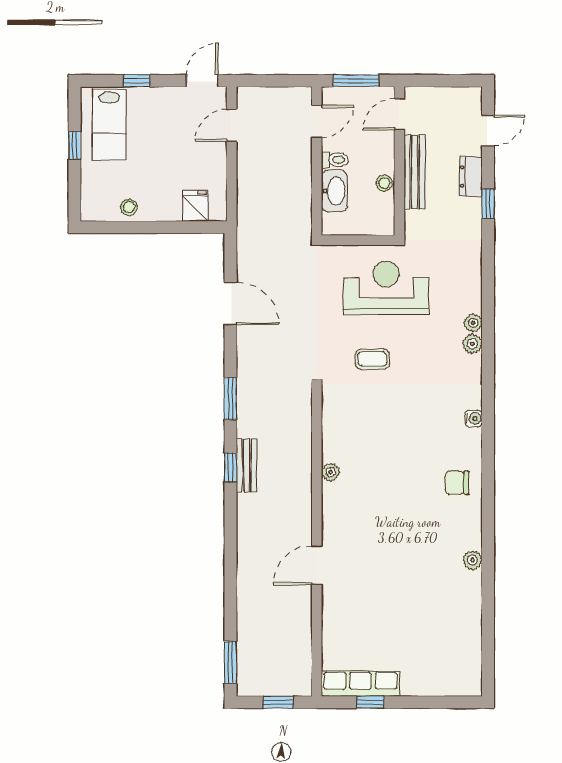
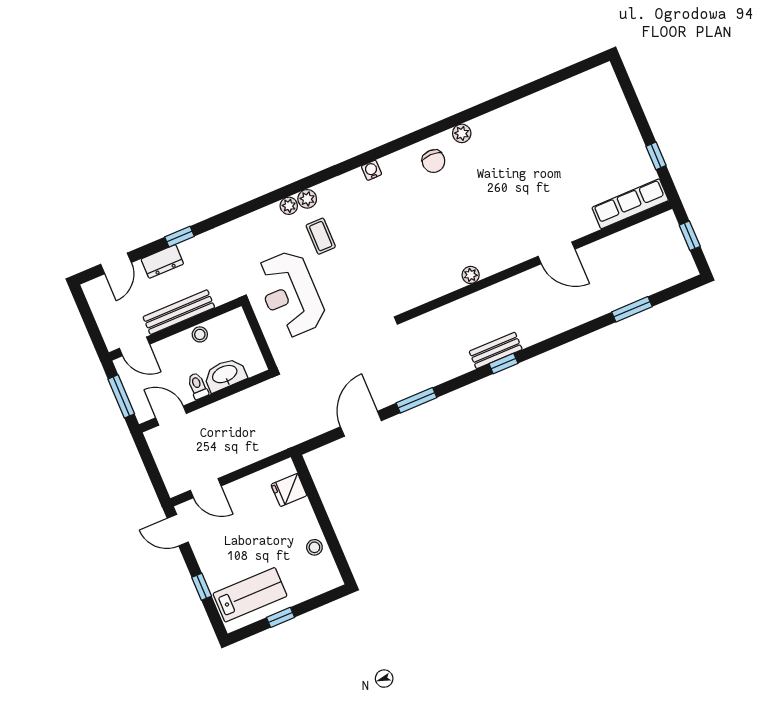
door: (488, 130) -> (116, 263), swing flipped
coffee table: (372, 359) -> (321, 236), moved
window: (231, 398) -> (416, 400), moved
plant: (472, 560) -> (462, 133), moved
window: (231, 662) -> (632, 309), moved
row of seats: (361, 684) -> (630, 204), moved, turned 90

